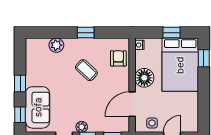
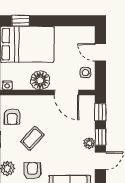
armchair: (118, 58) -> (12, 117), moved, turned -90
armchair: (54, 70) -> (32, 171), added

